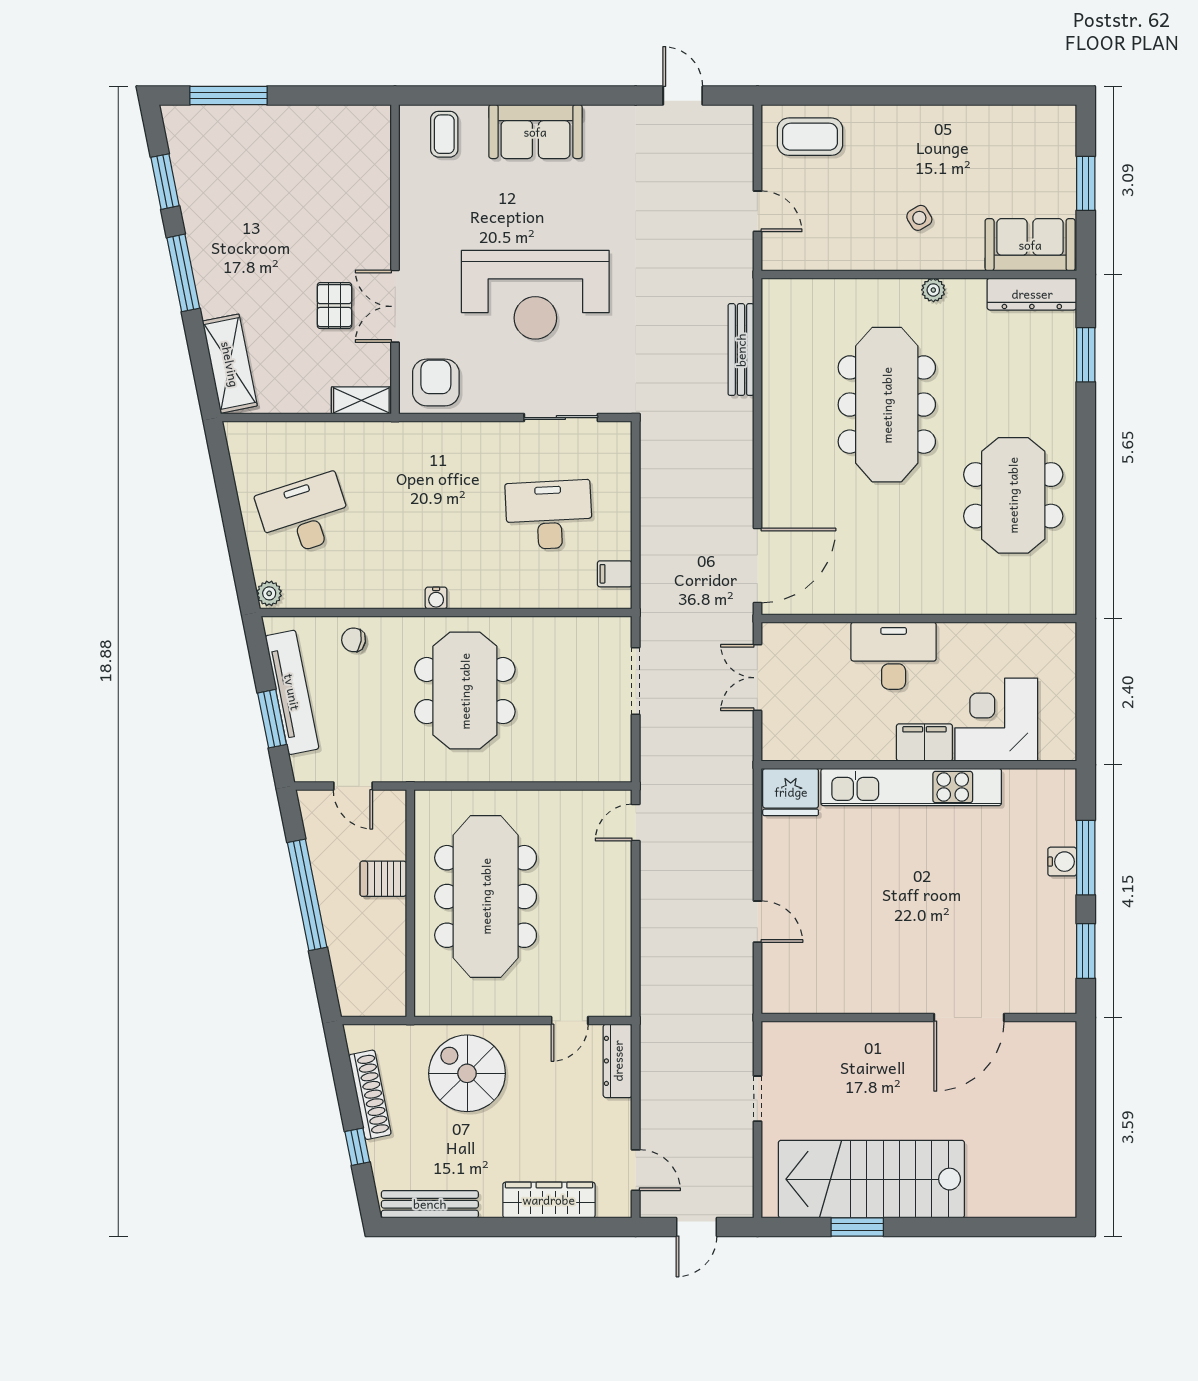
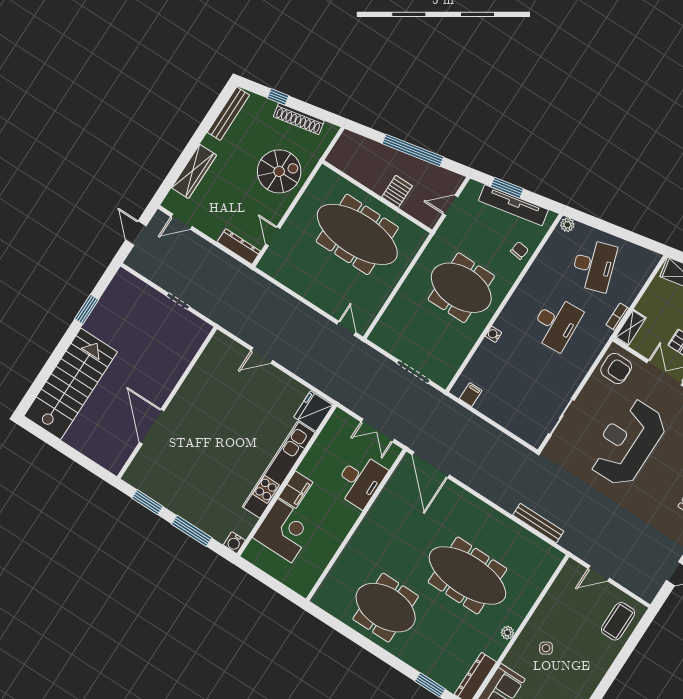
bookcase: (358, 431) -> (617, 317), added
desk: (549, 515) -> (556, 323), moved
water cooler: (436, 598) -> (493, 334), moved
desk: (894, 656) -> (360, 480), moved
double door: (757, 678) -> (378, 430), swing flipped
water cooler: (1062, 862) -> (234, 543), moved
stairs: (871, 1179) -> (71, 384), moved

